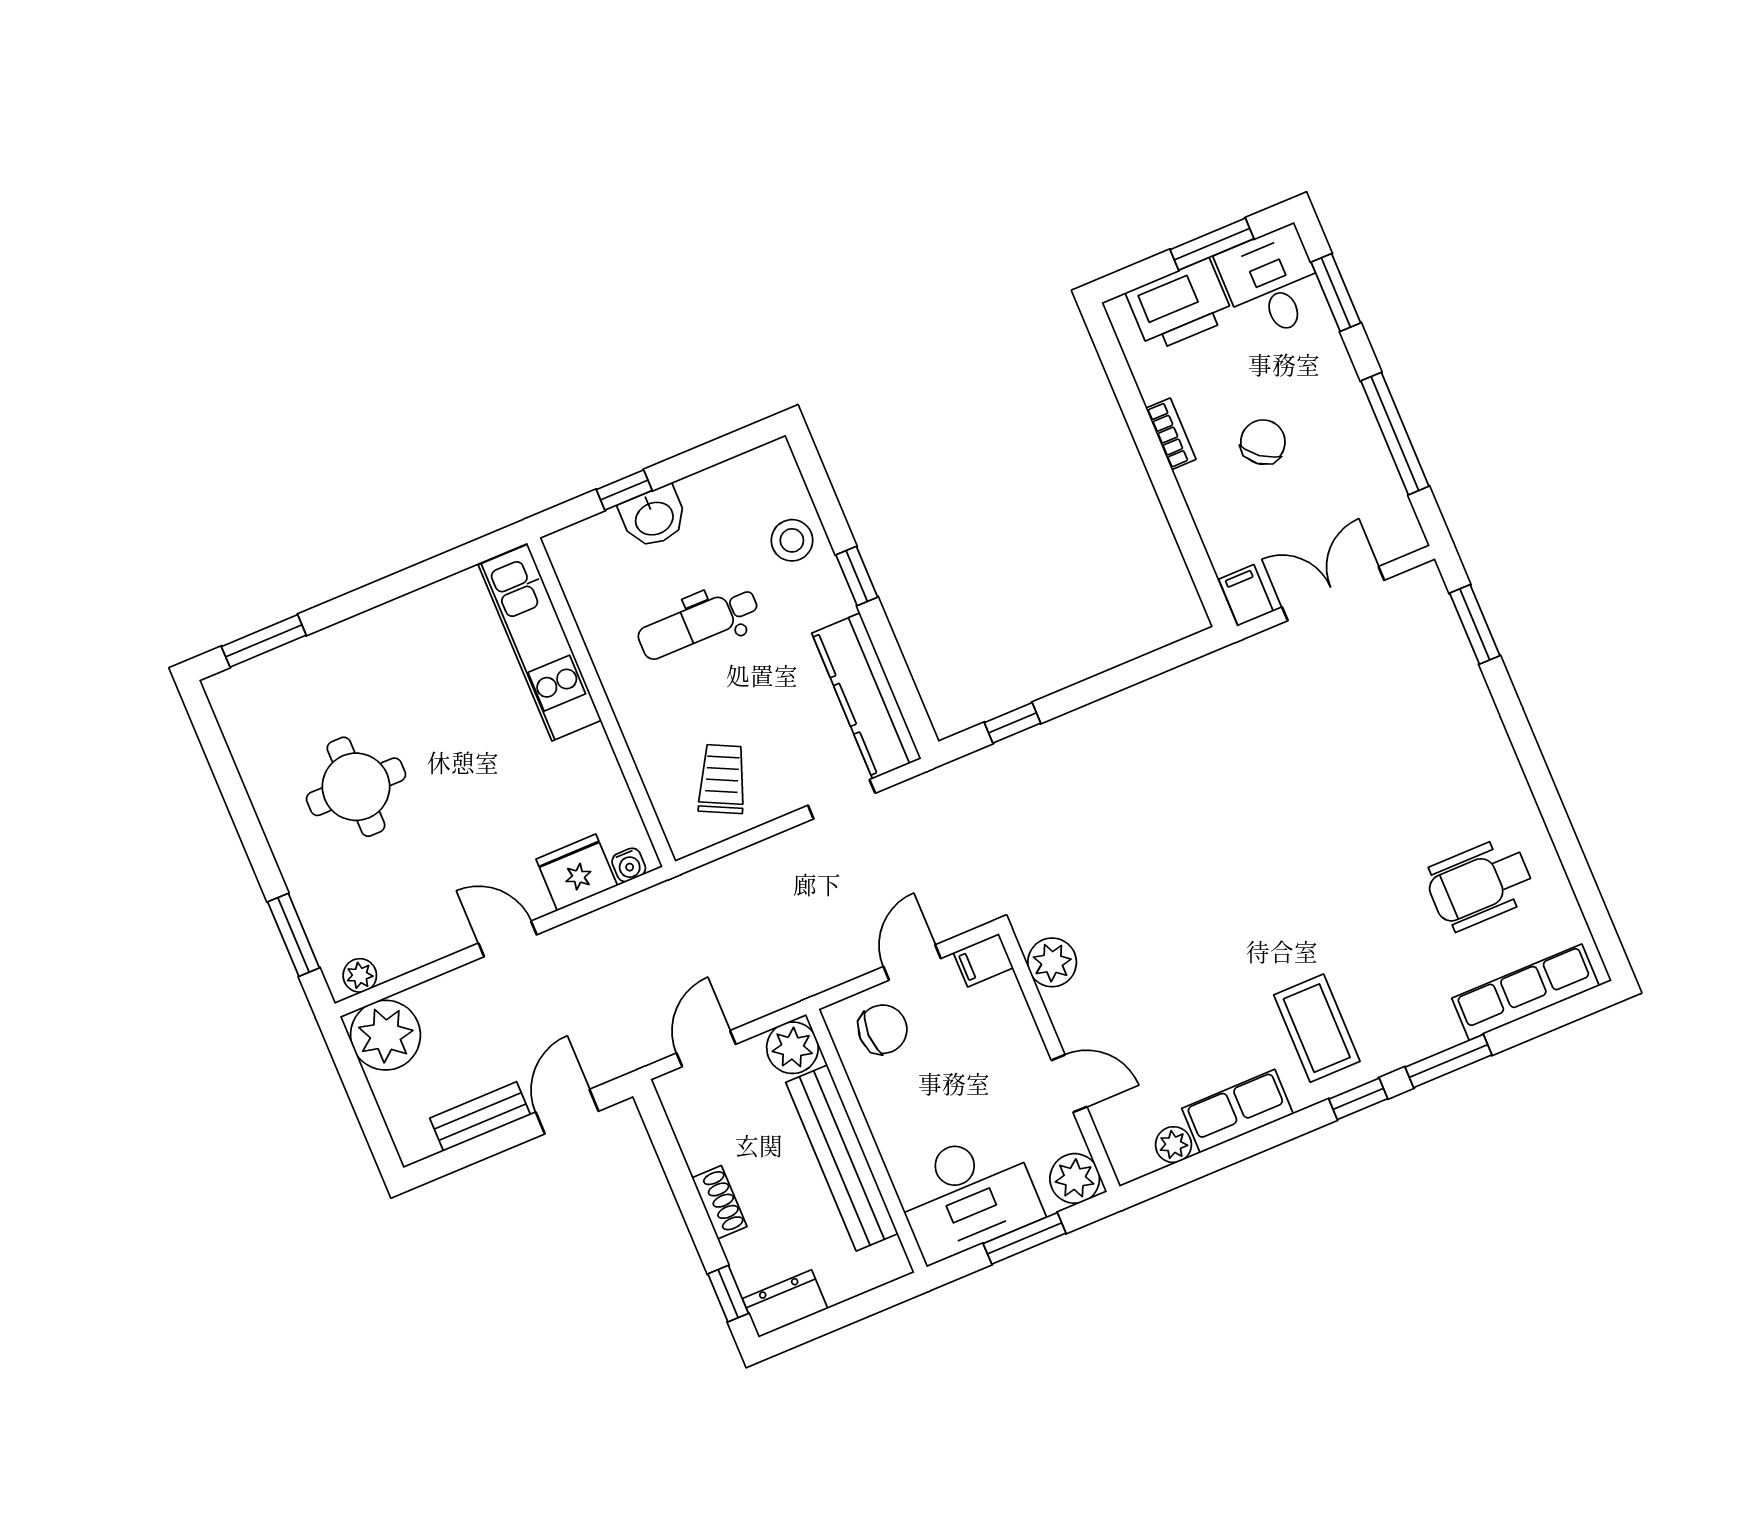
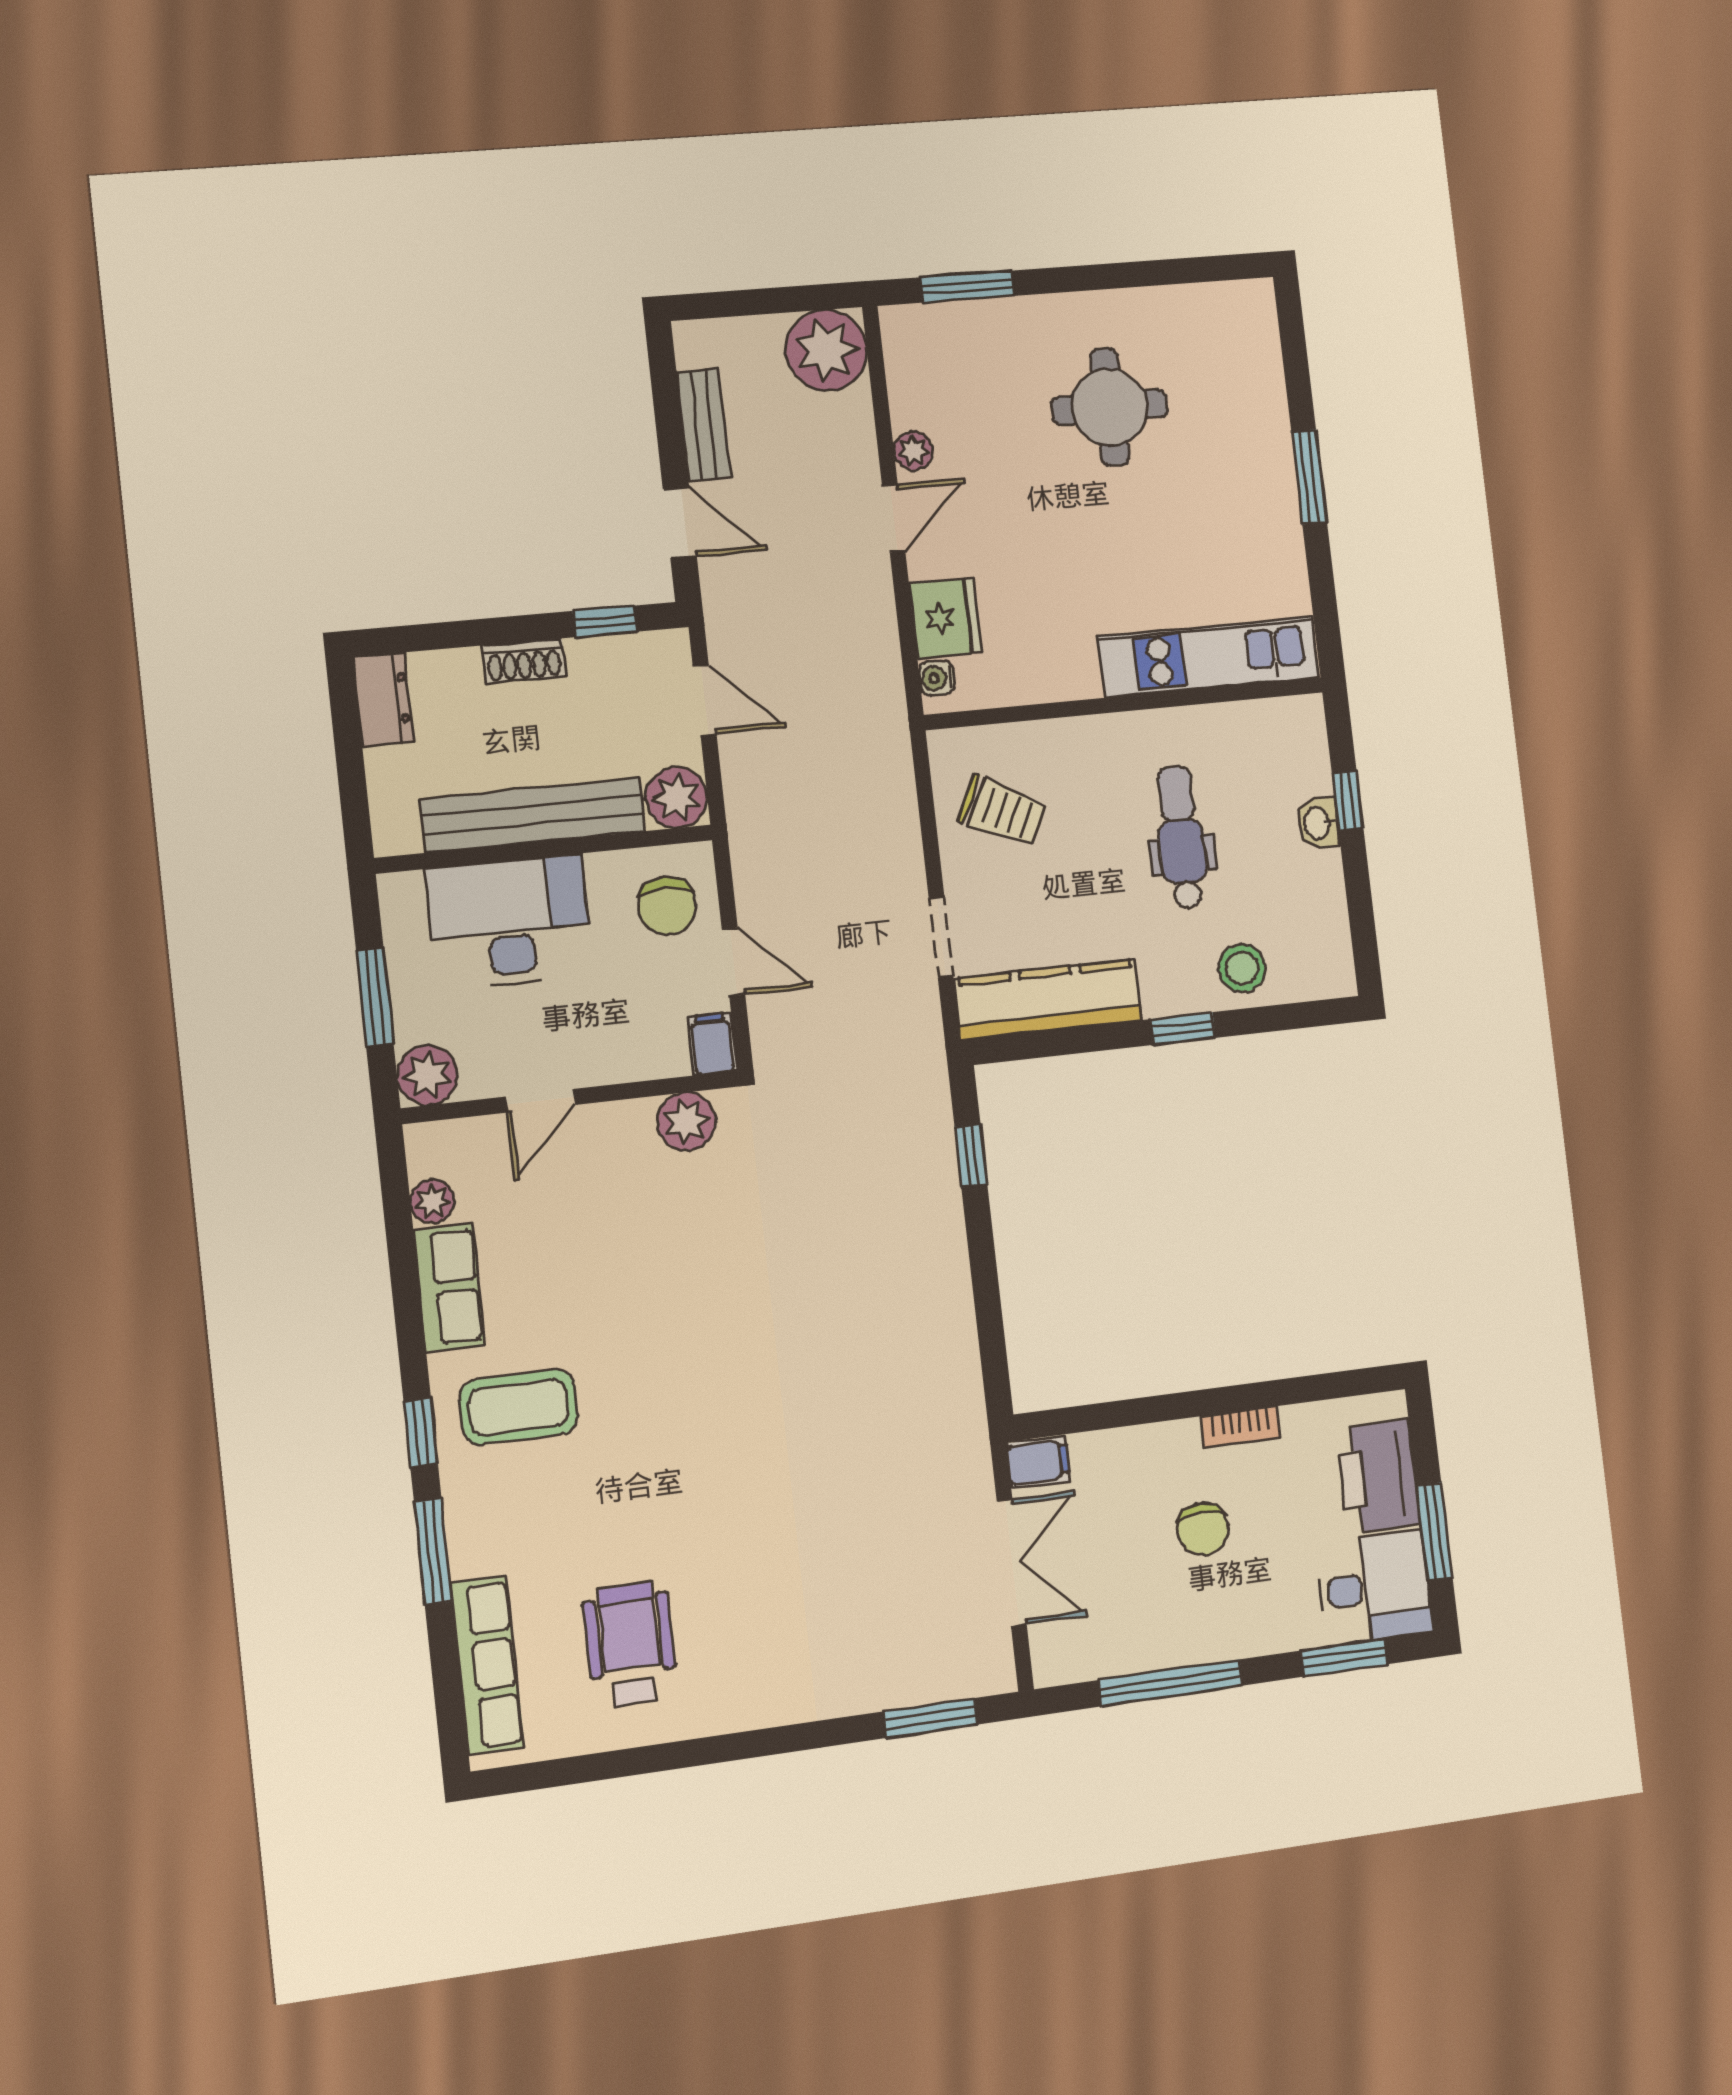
chair: (1263, 442) -> (1203, 1529), turned 52
washbasin: (654, 517) -> (1318, 823), width x0.72, depth x0.69
window: (264, 641) -> (1309, 477), moved
plant: (360, 975) -> (913, 451), moved
desk: (967, 1195) -> (510, 922), moved, turned 90
window: (728, 1294) -> (605, 621), moved

